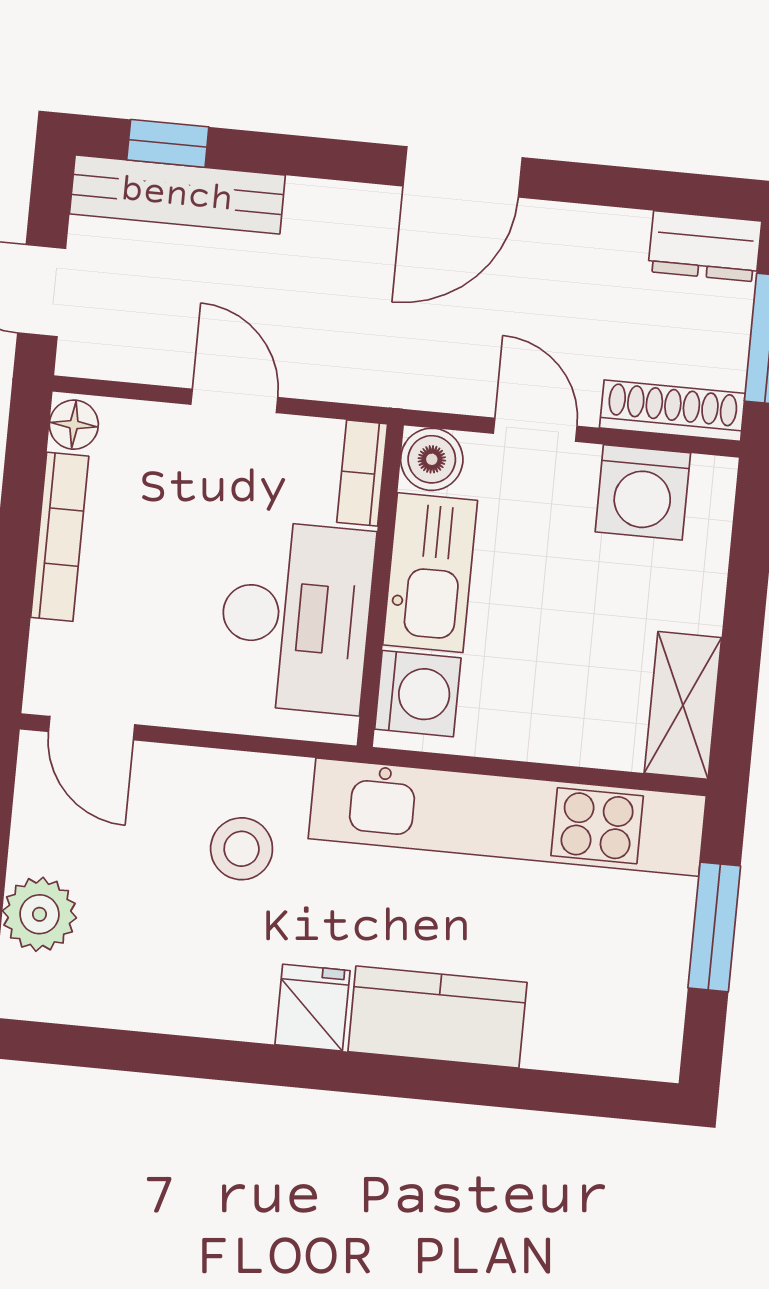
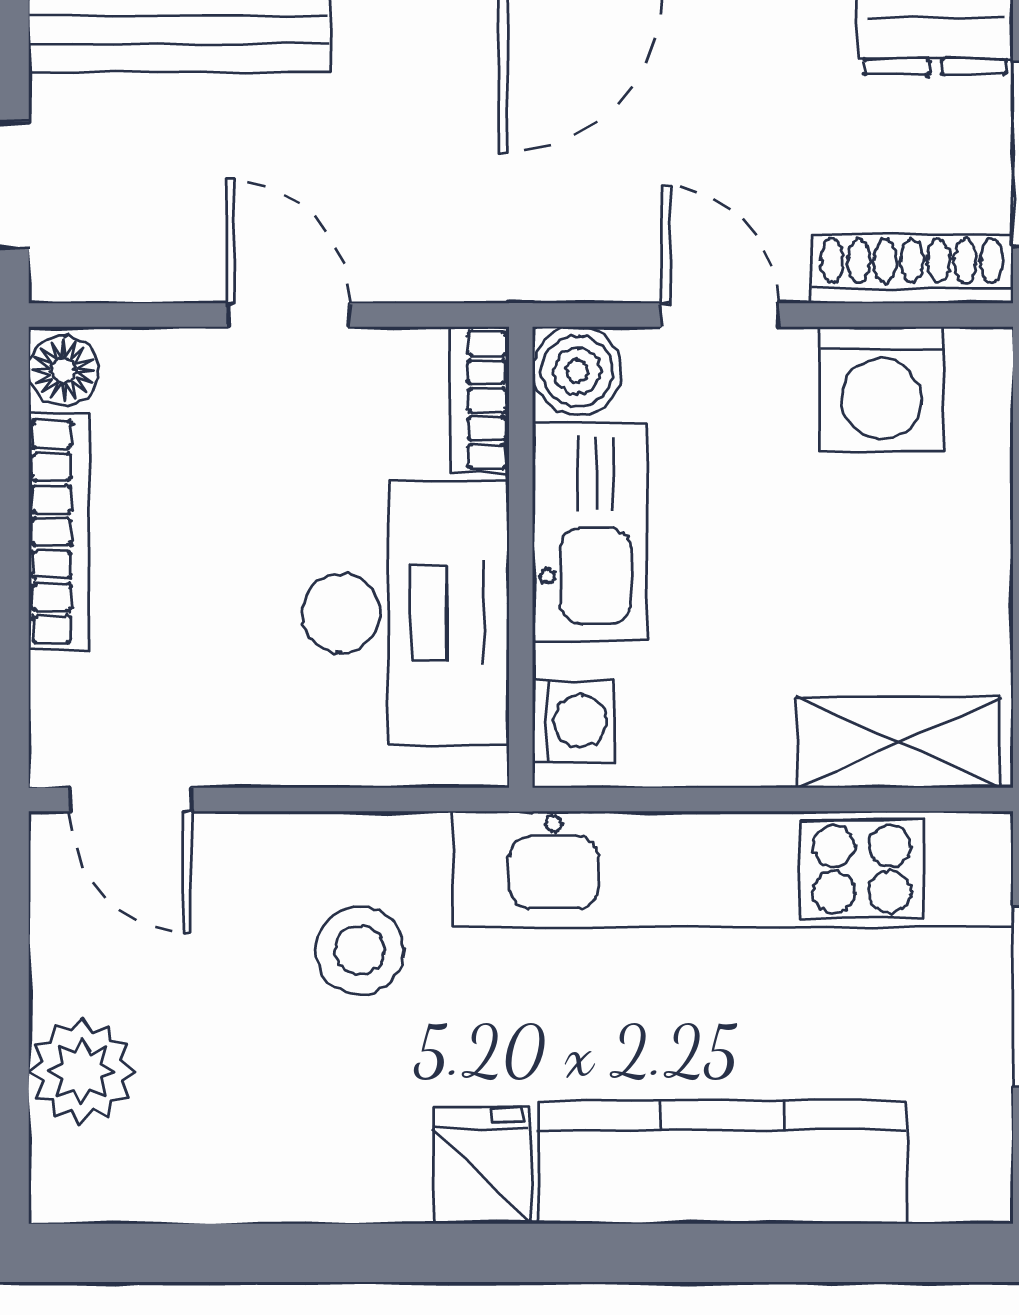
washing machine: (418, 694) -> (574, 721), width x0.73, depth x0.73
shelving: (683, 705) -> (899, 742), moved, turned 90
kitchen counter: (437, 1017) -> (723, 1162), width x1.50

